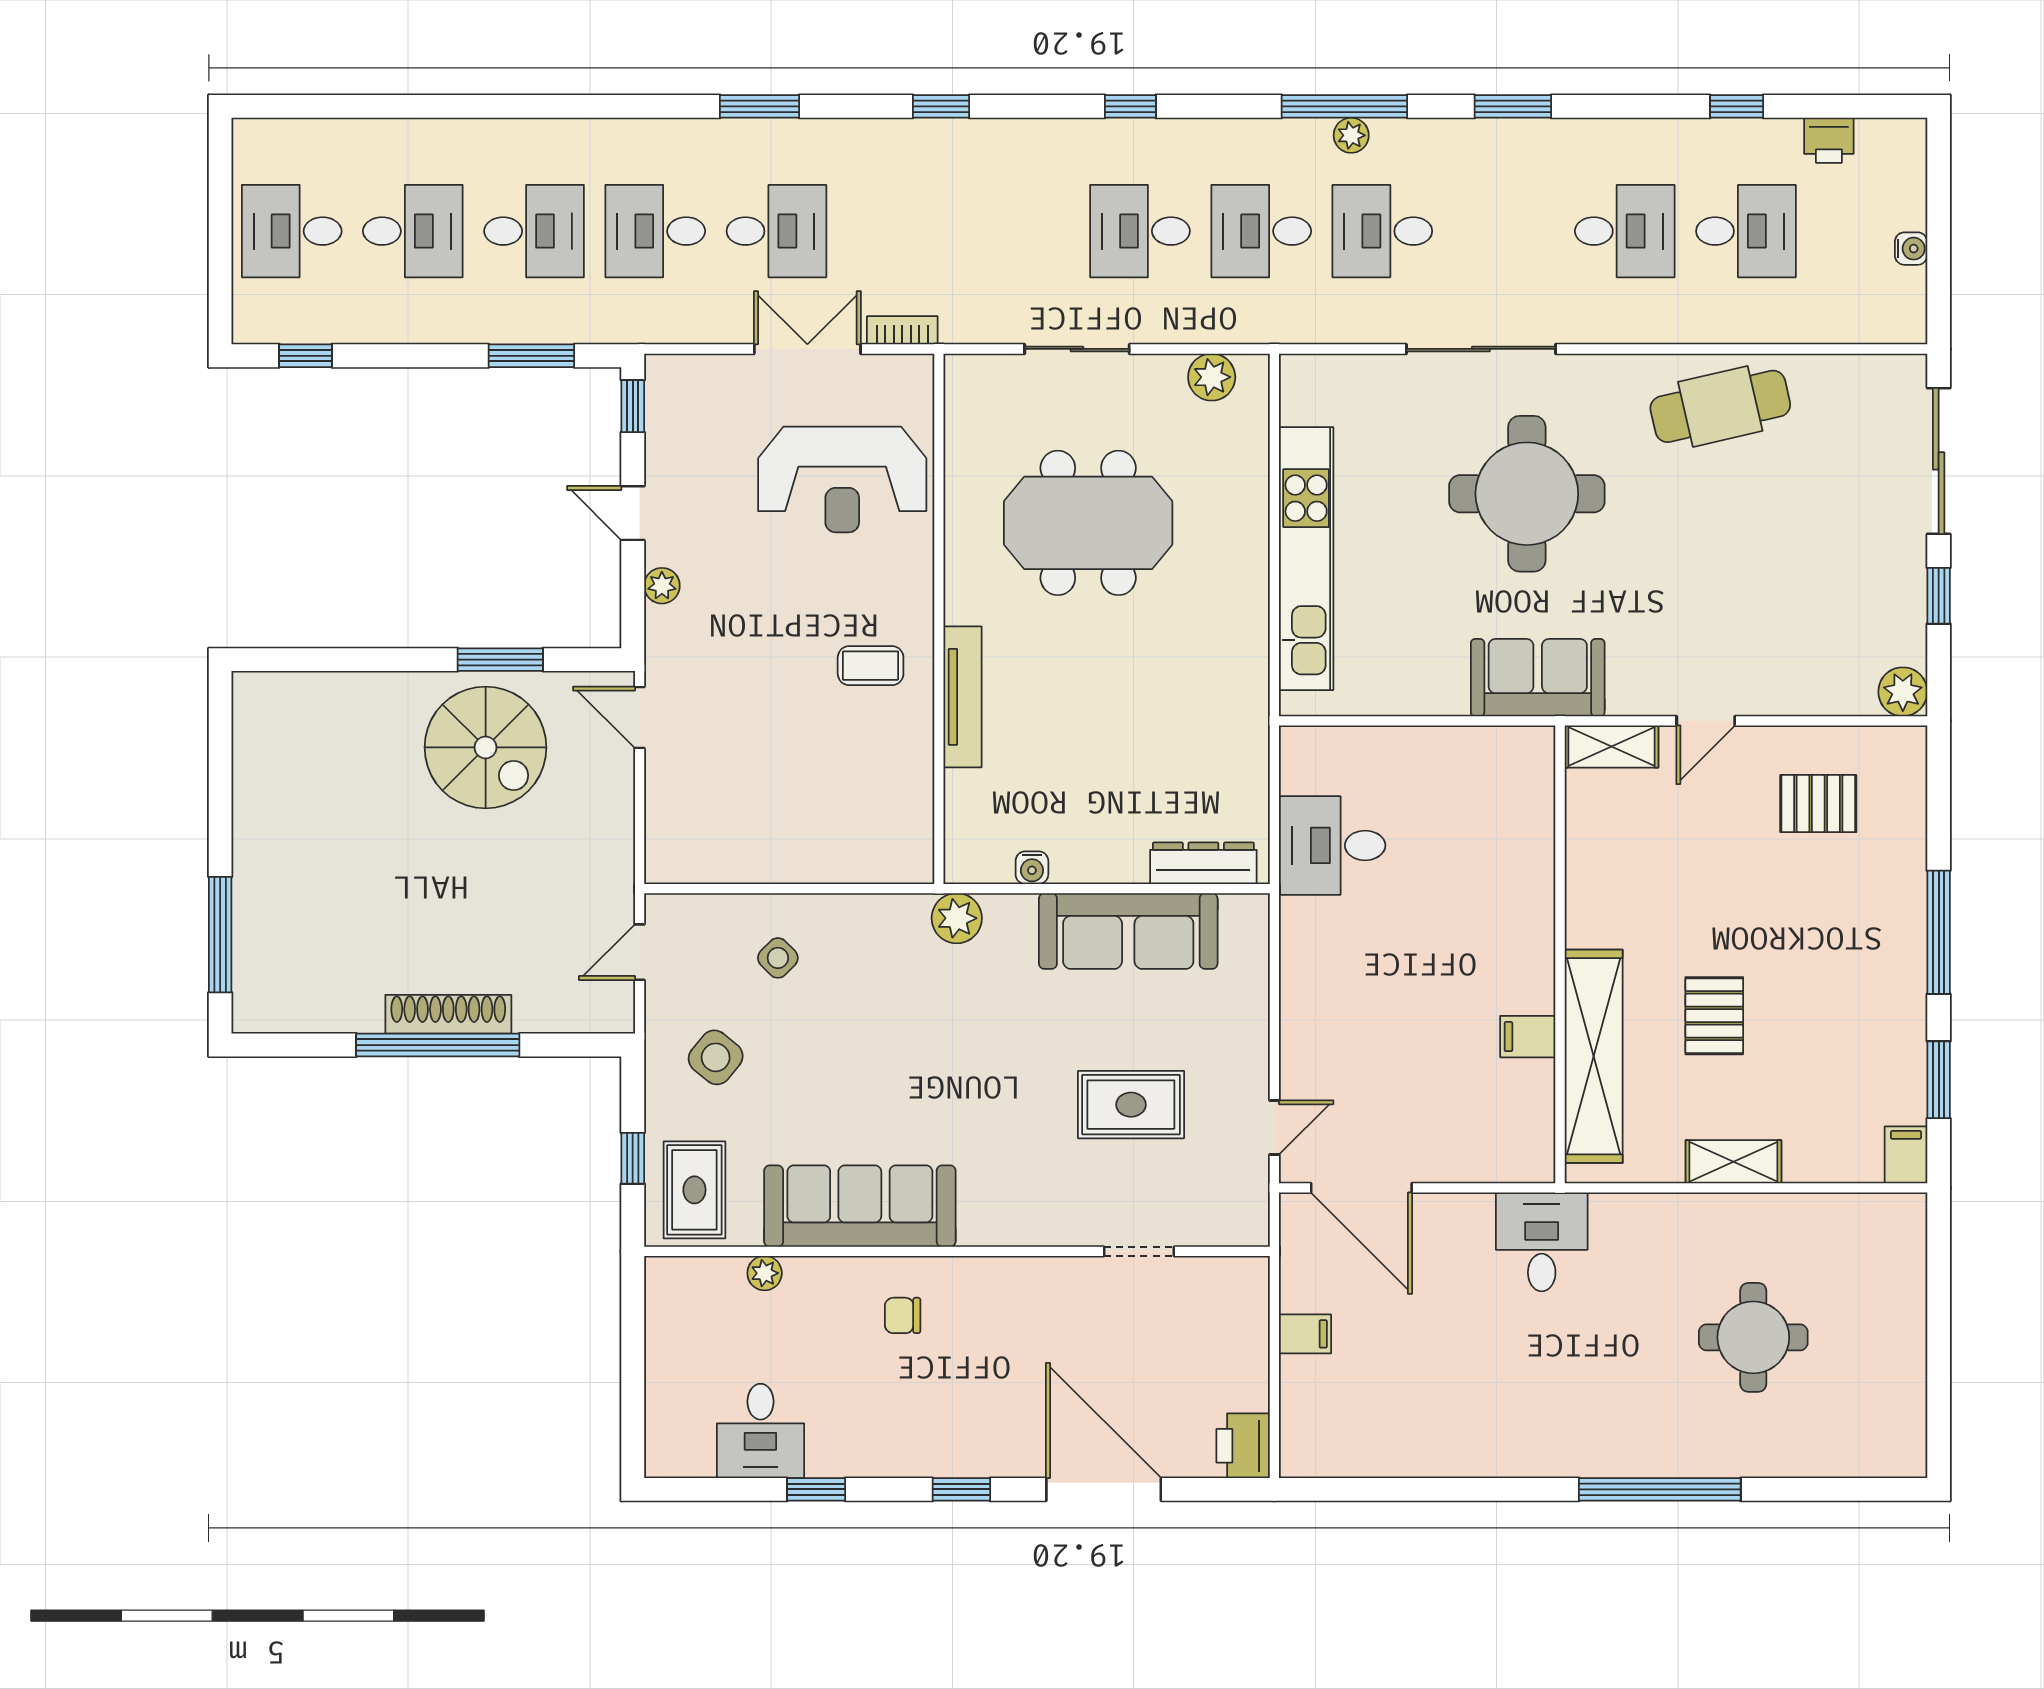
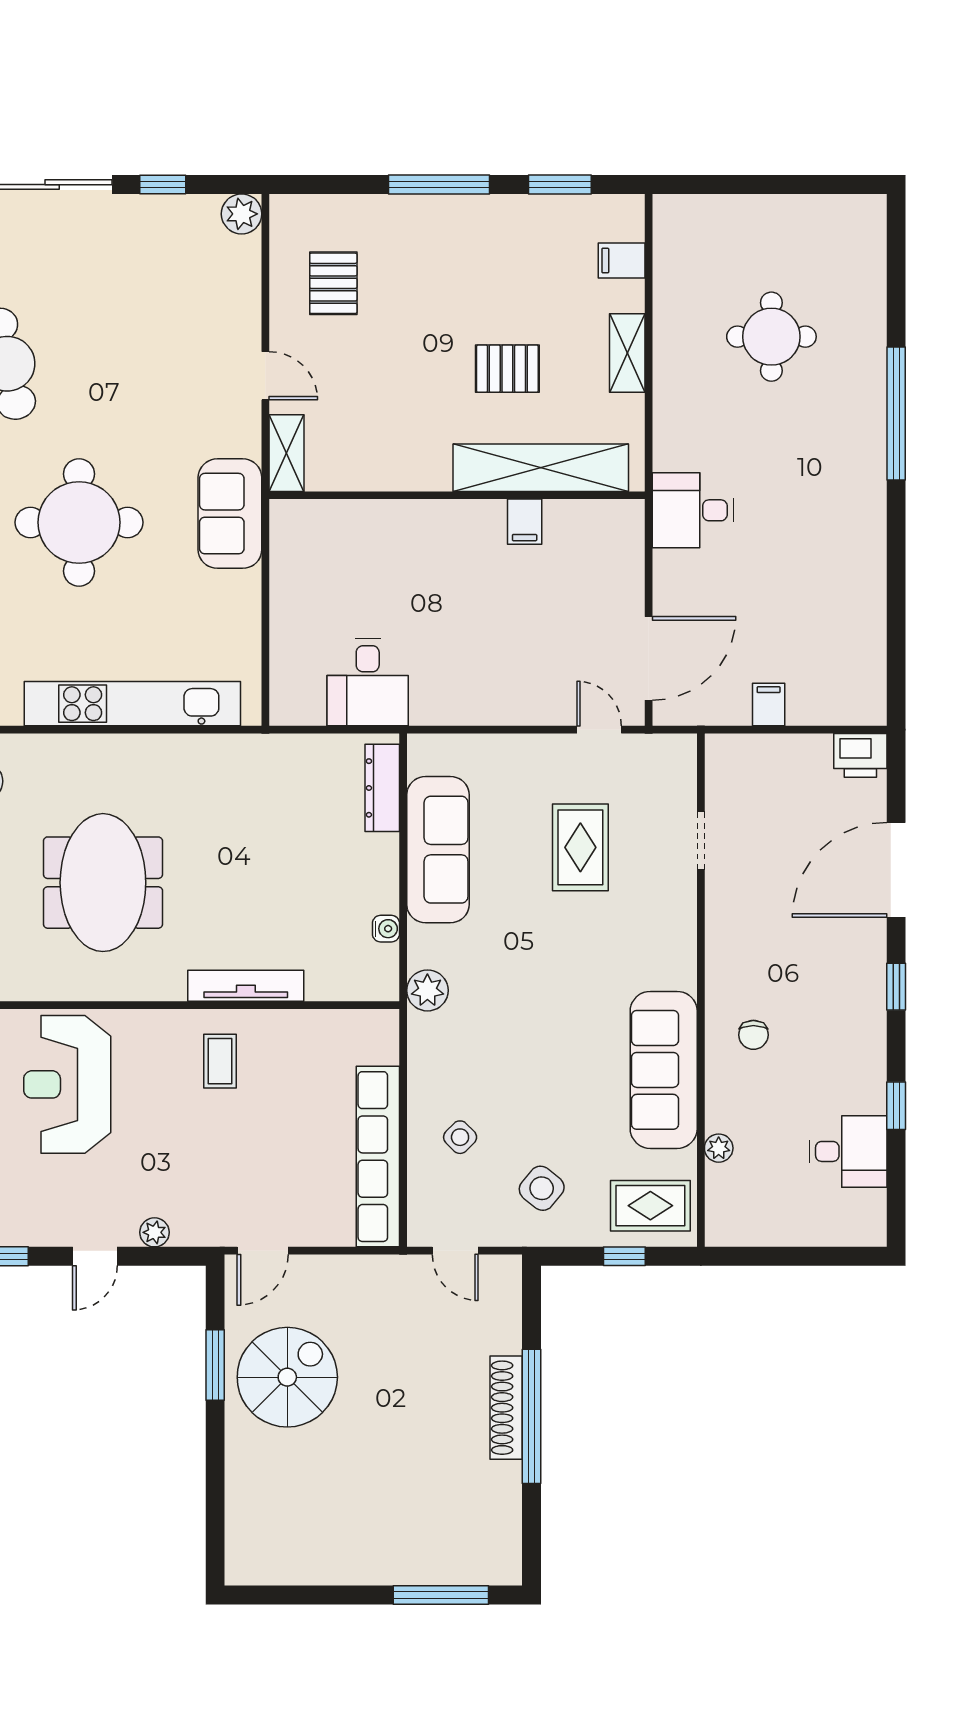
reception desk: (842, 479) -> (67, 1084), turned 180
row of seats: (754, 858) -> (378, 1157), added
filing cabinet: (1906, 1155) -> (622, 261), moved

